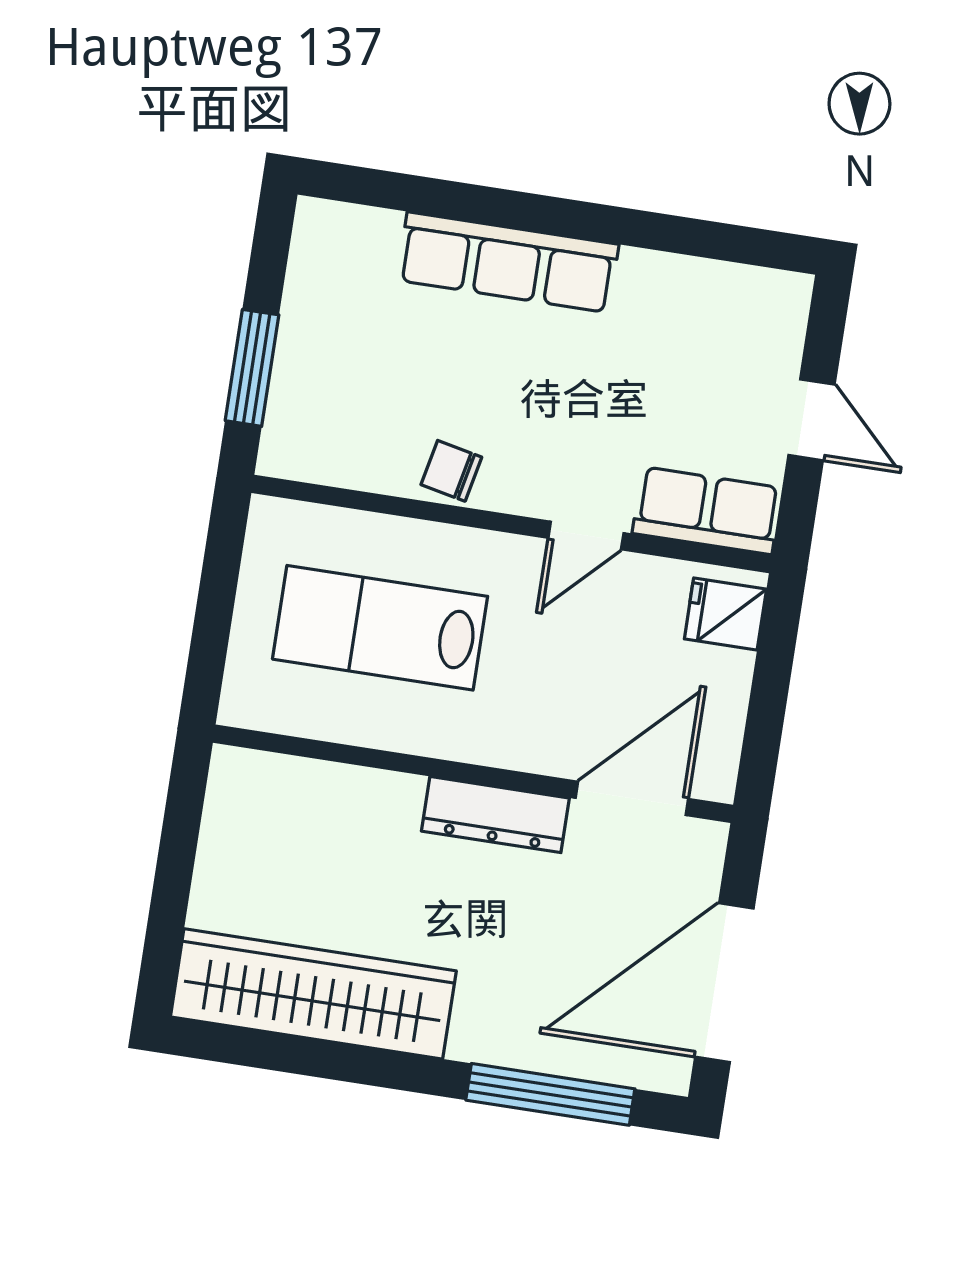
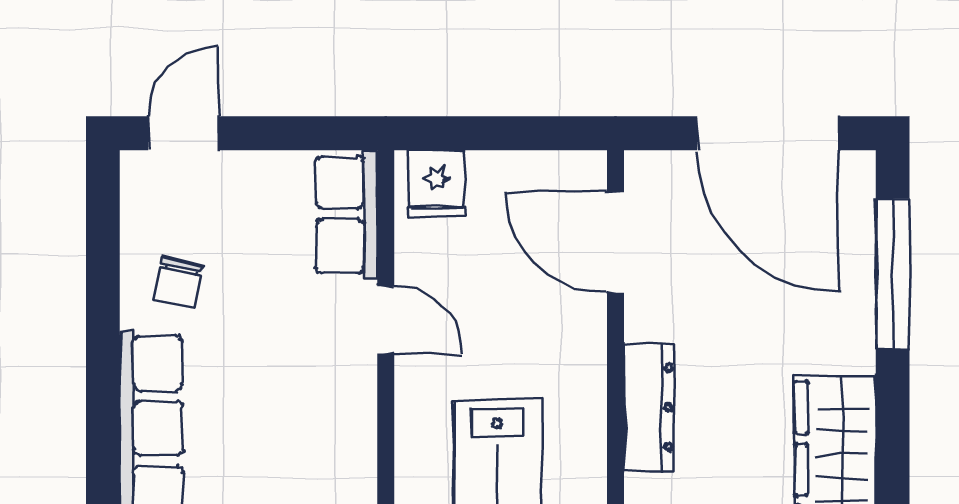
door: (812, 420) -> (183, 133), moved
chair: (451, 471) -> (178, 282), moved
dresser: (495, 815) -> (649, 407), moved

